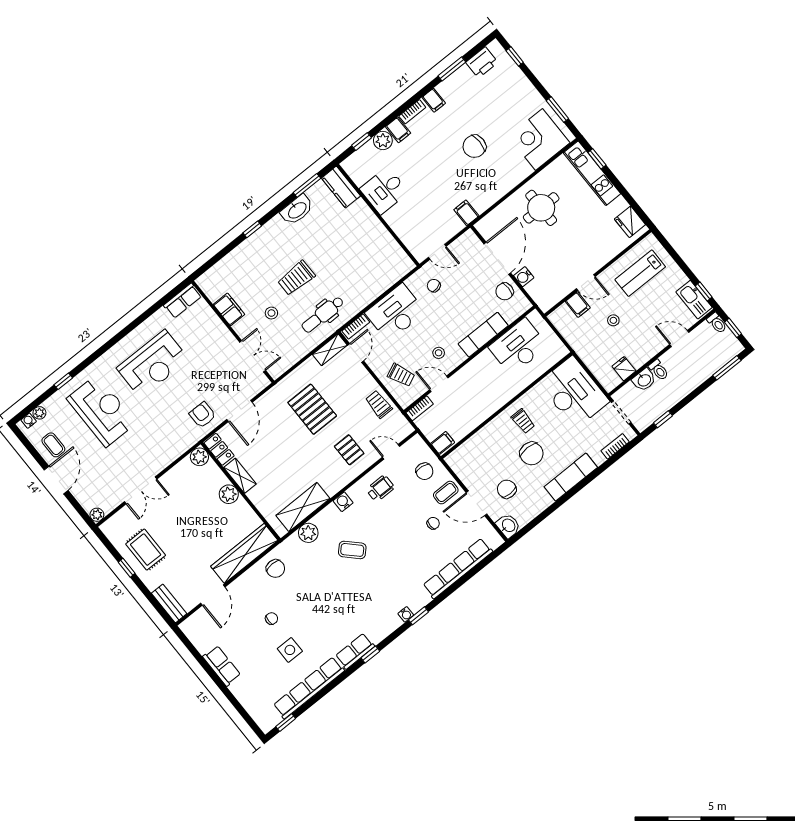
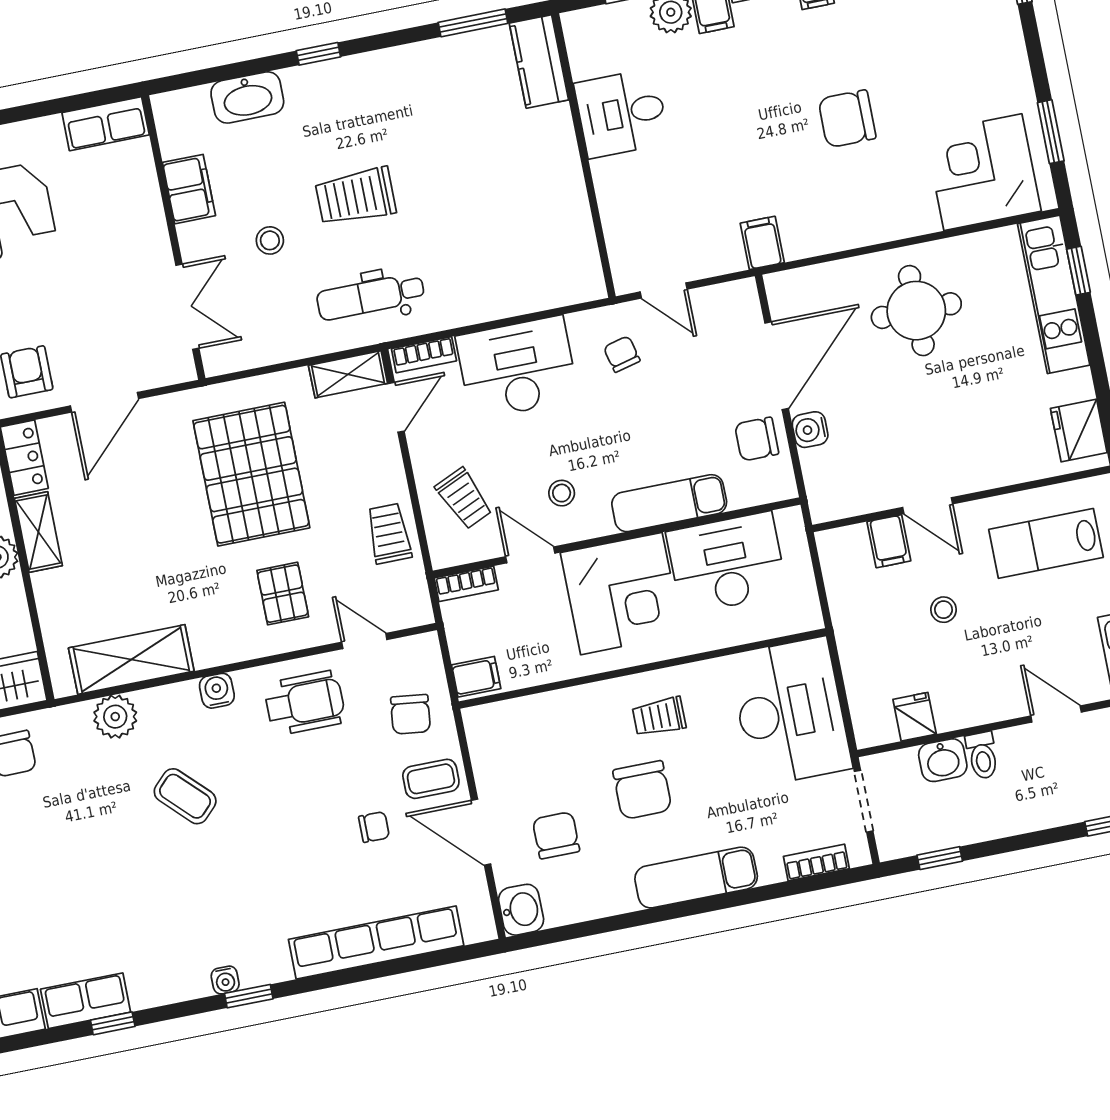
washbasin: (297, 210) -> (247, 97), moved
corner desk: (483, 380) -> (621, 594), added
pallet: (312, 409) -> (251, 474), width x1.37, depth x1.41
trolley: (523, 421) -> (659, 717), turned 90
wheelchair: (380, 489) -> (305, 703), width x1.36, depth x1.37

